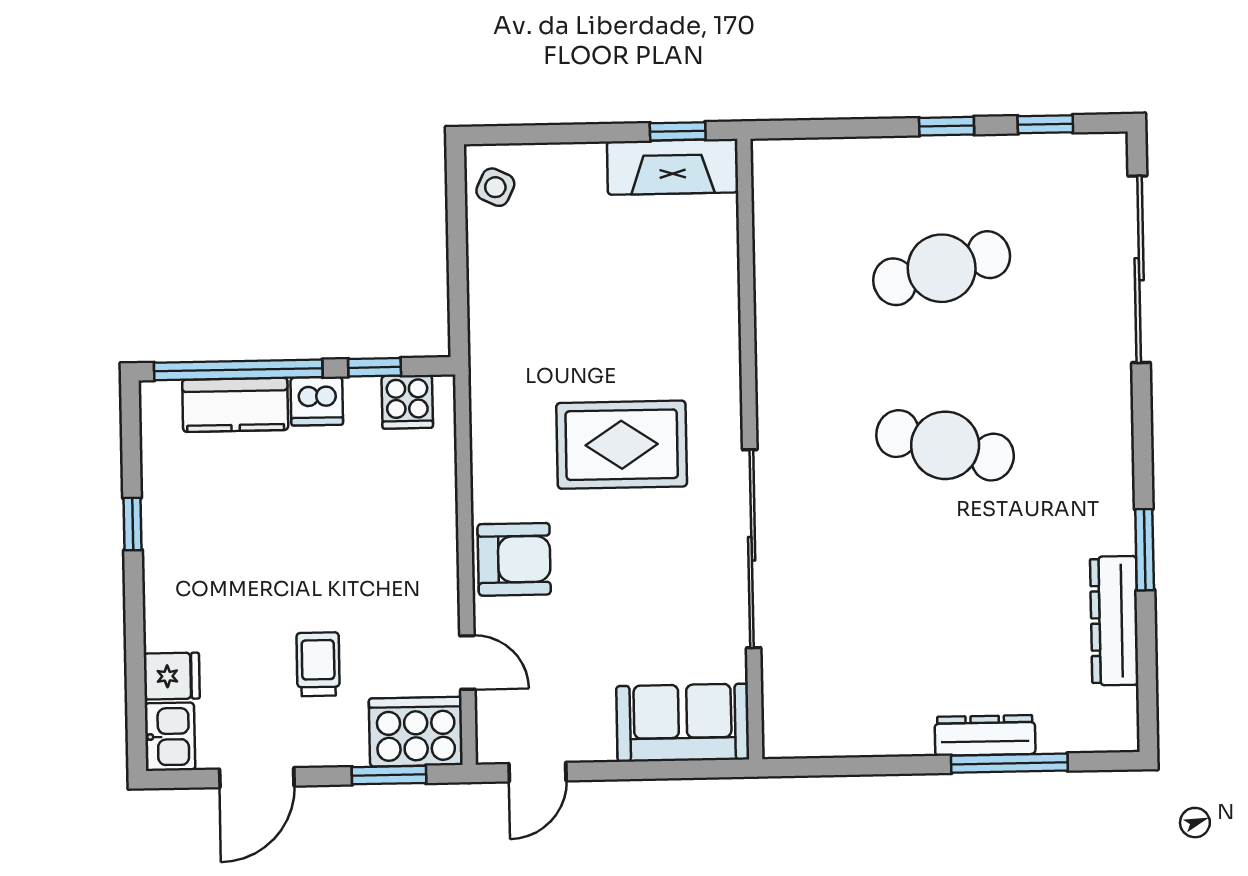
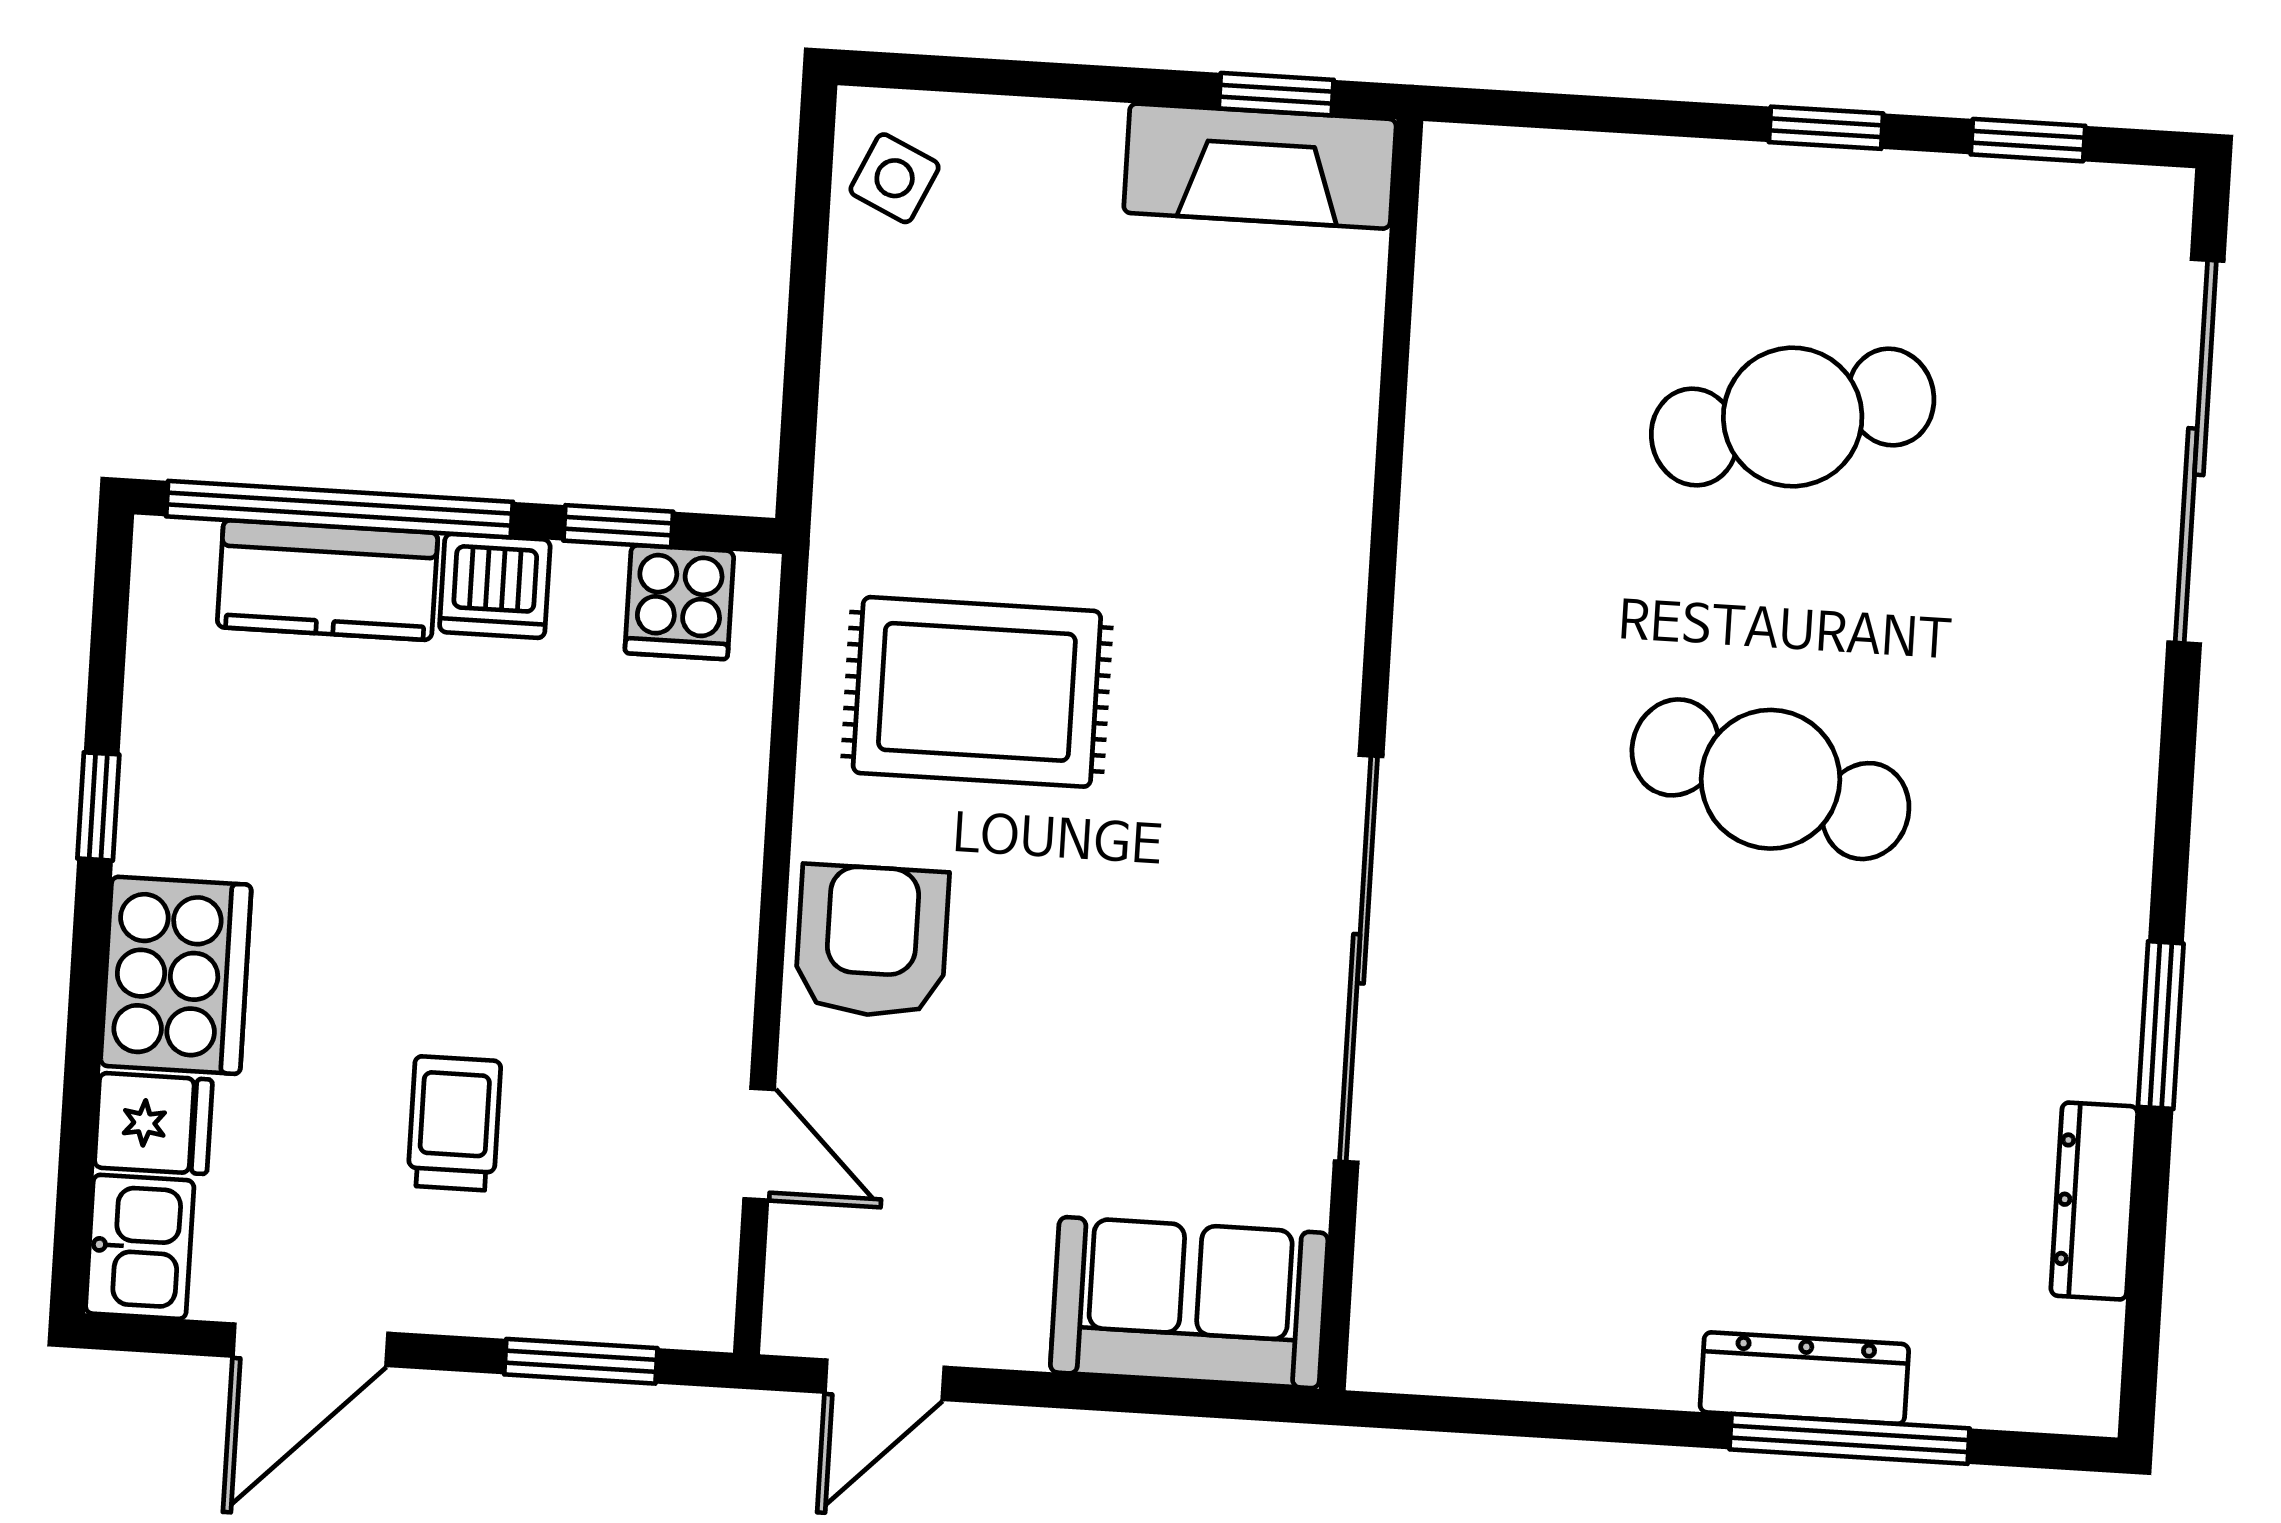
rug: (622, 445) -> (977, 692), moved
armchair: (514, 559) -> (872, 941), turned -90
dresser: (1114, 621) -> (2094, 1201), width x0.73, depth x0.80
cooker: (416, 732) -> (176, 975), moved, turned 90

